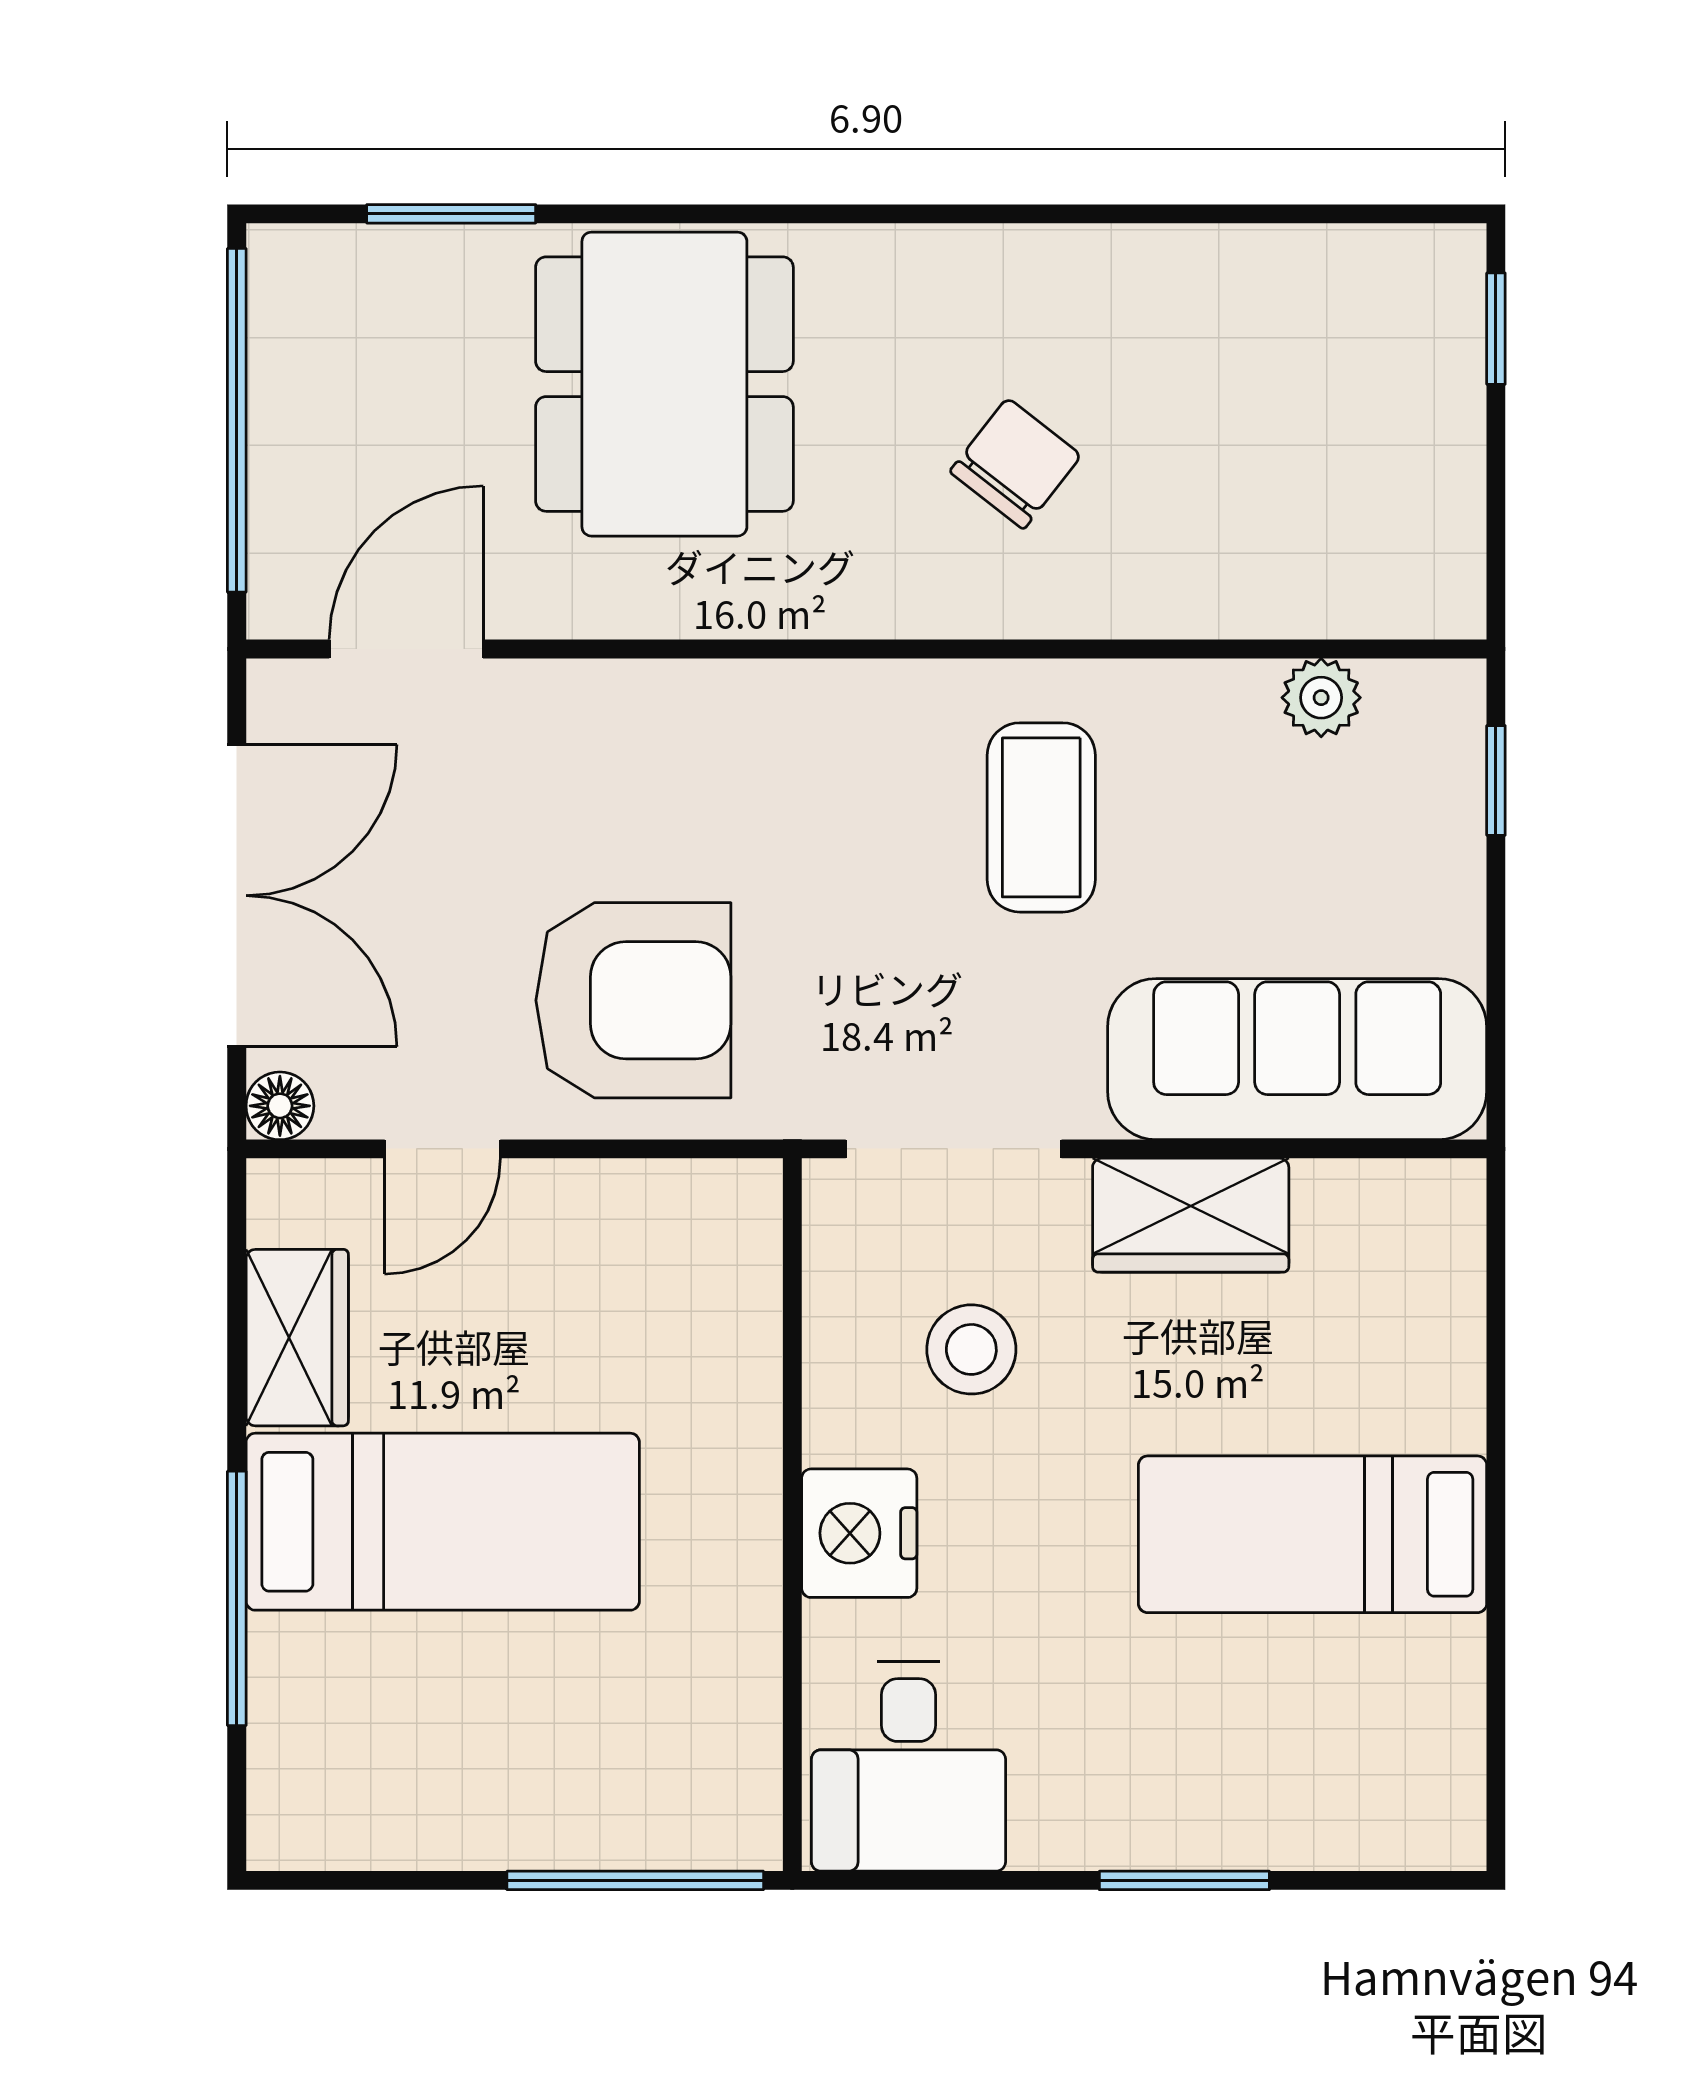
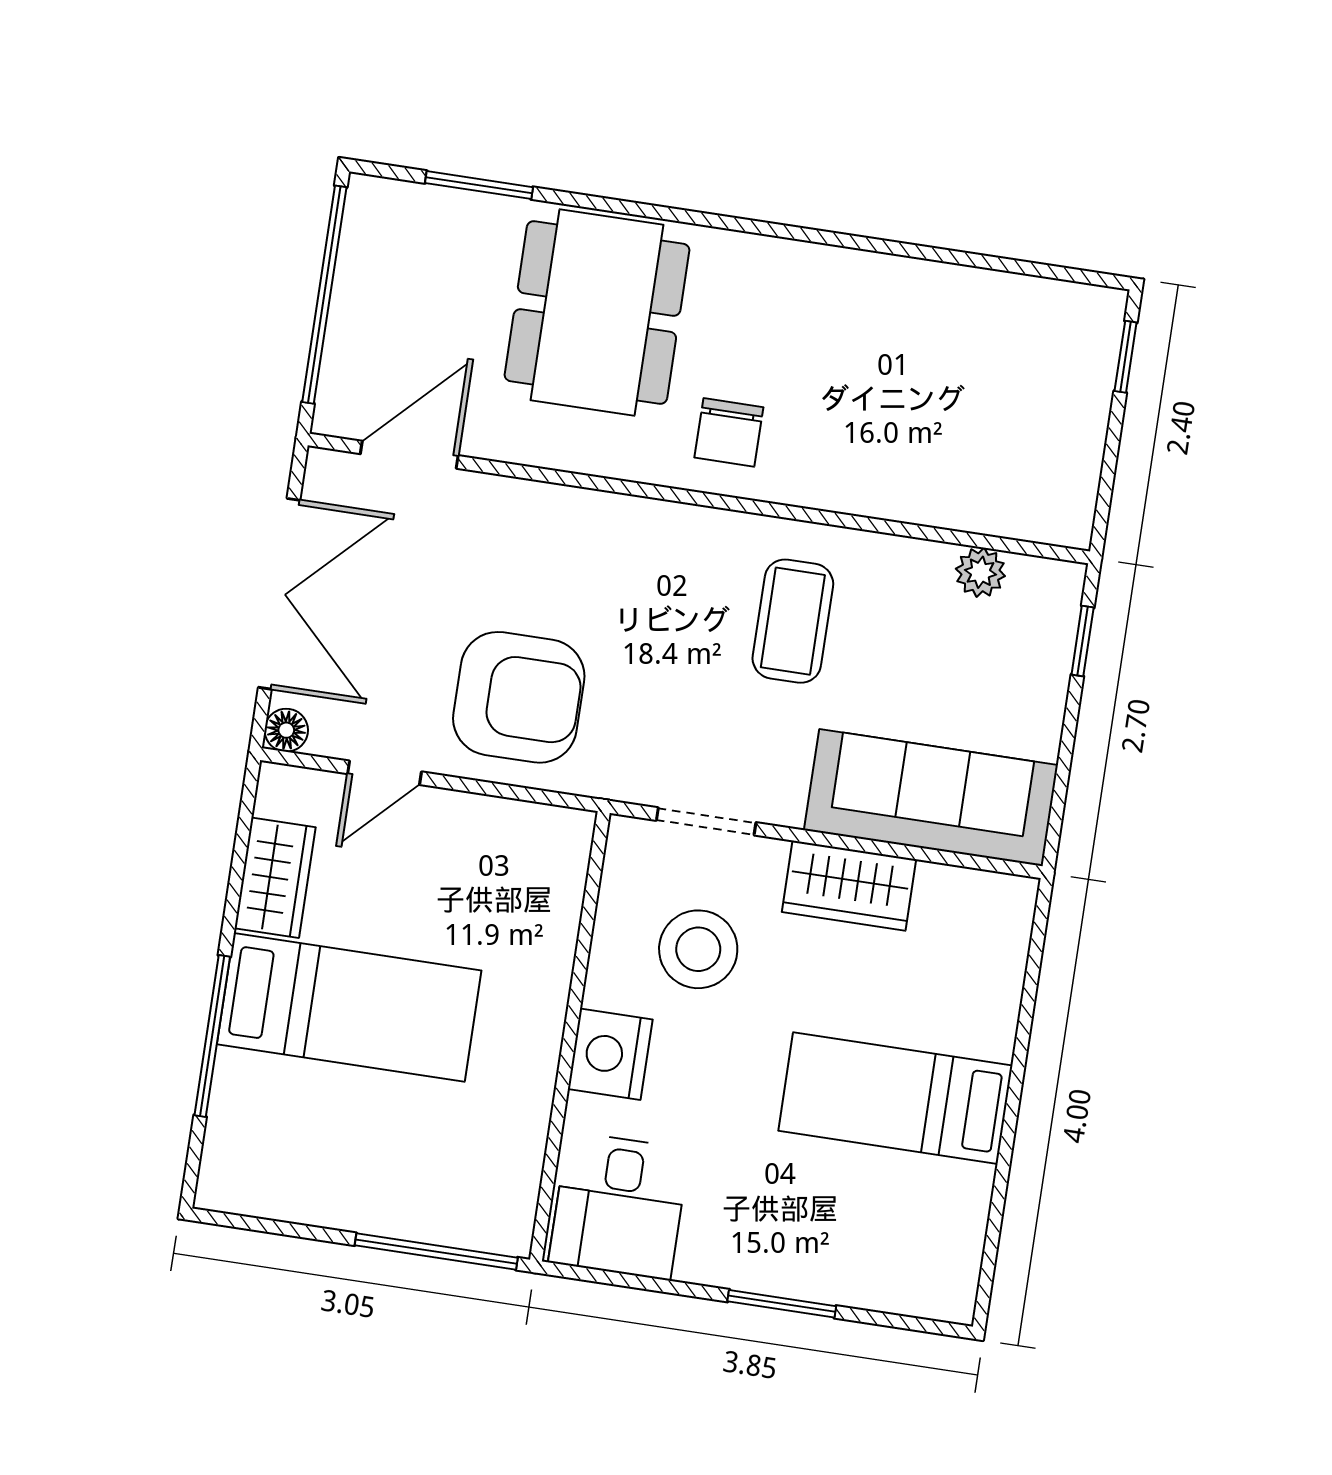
chair: (1015, 464) -> (729, 432), moved, turned 142
doorway: (954, 1149) -> (706, 821), width x0.73
stool: (971, 1349) -> (698, 949), width x1.38, depth x1.38

